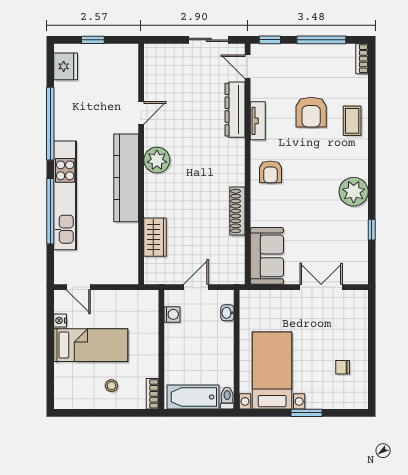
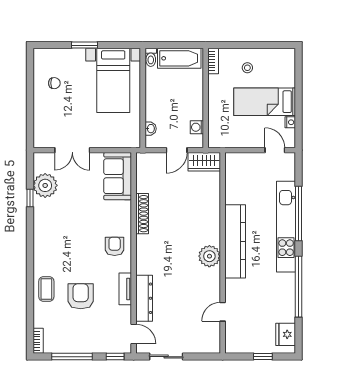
door: (141, 113) -> (223, 312), moved
plant: (354, 192) -> (45, 185), moved
wardrobe: (155, 237) -> (204, 162), moved, turned -90

